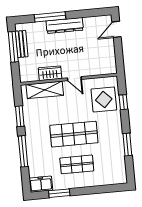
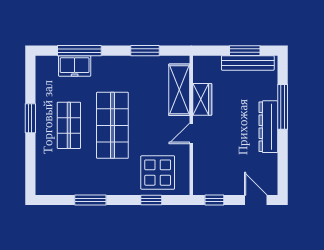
bench: (22, 44) -> (248, 63), width x1.36
window: (13, 47) -> (245, 51), width x0.69
window: (119, 58) -> (214, 200), added
window: (23, 151) -> (79, 51), moved
freezer: (41, 184) -> (75, 66), moved, turned 90
window: (59, 193) -> (30, 118), moved

